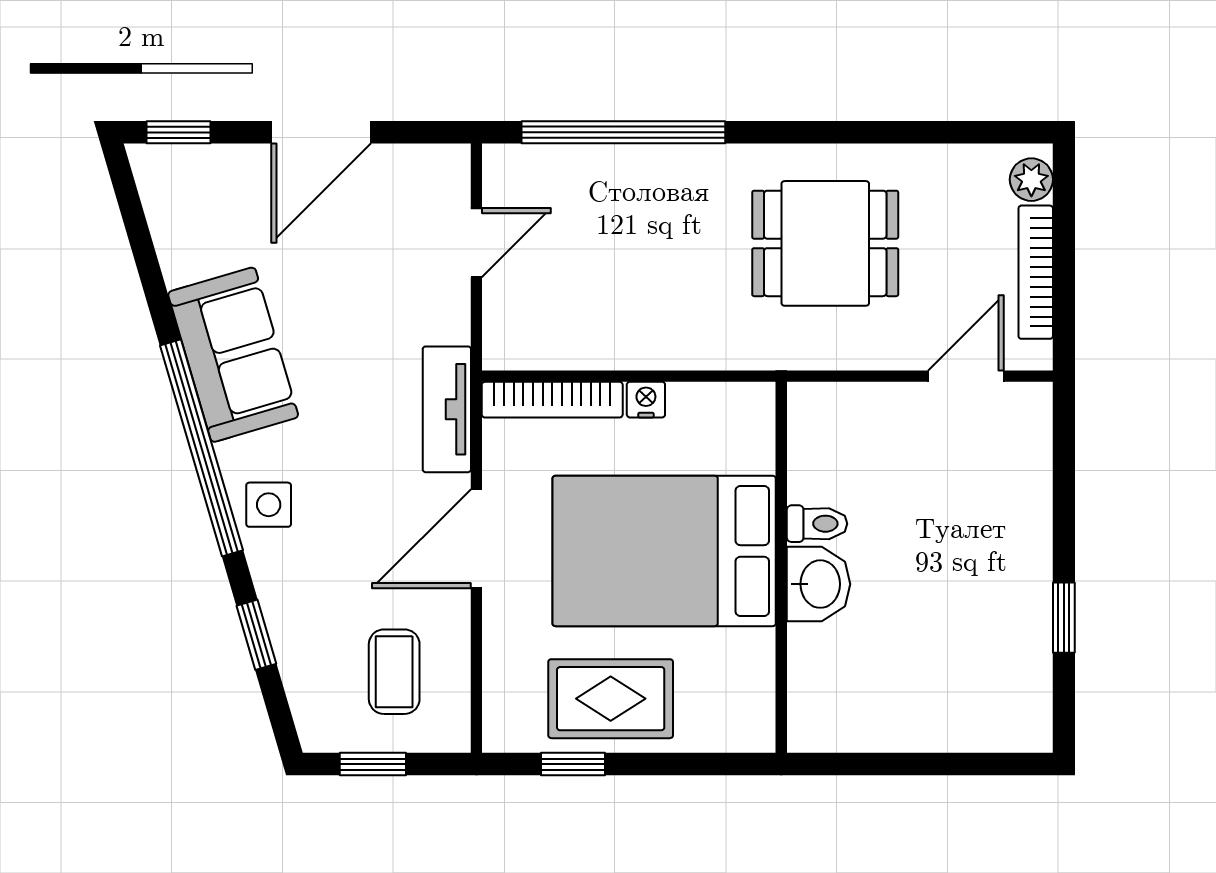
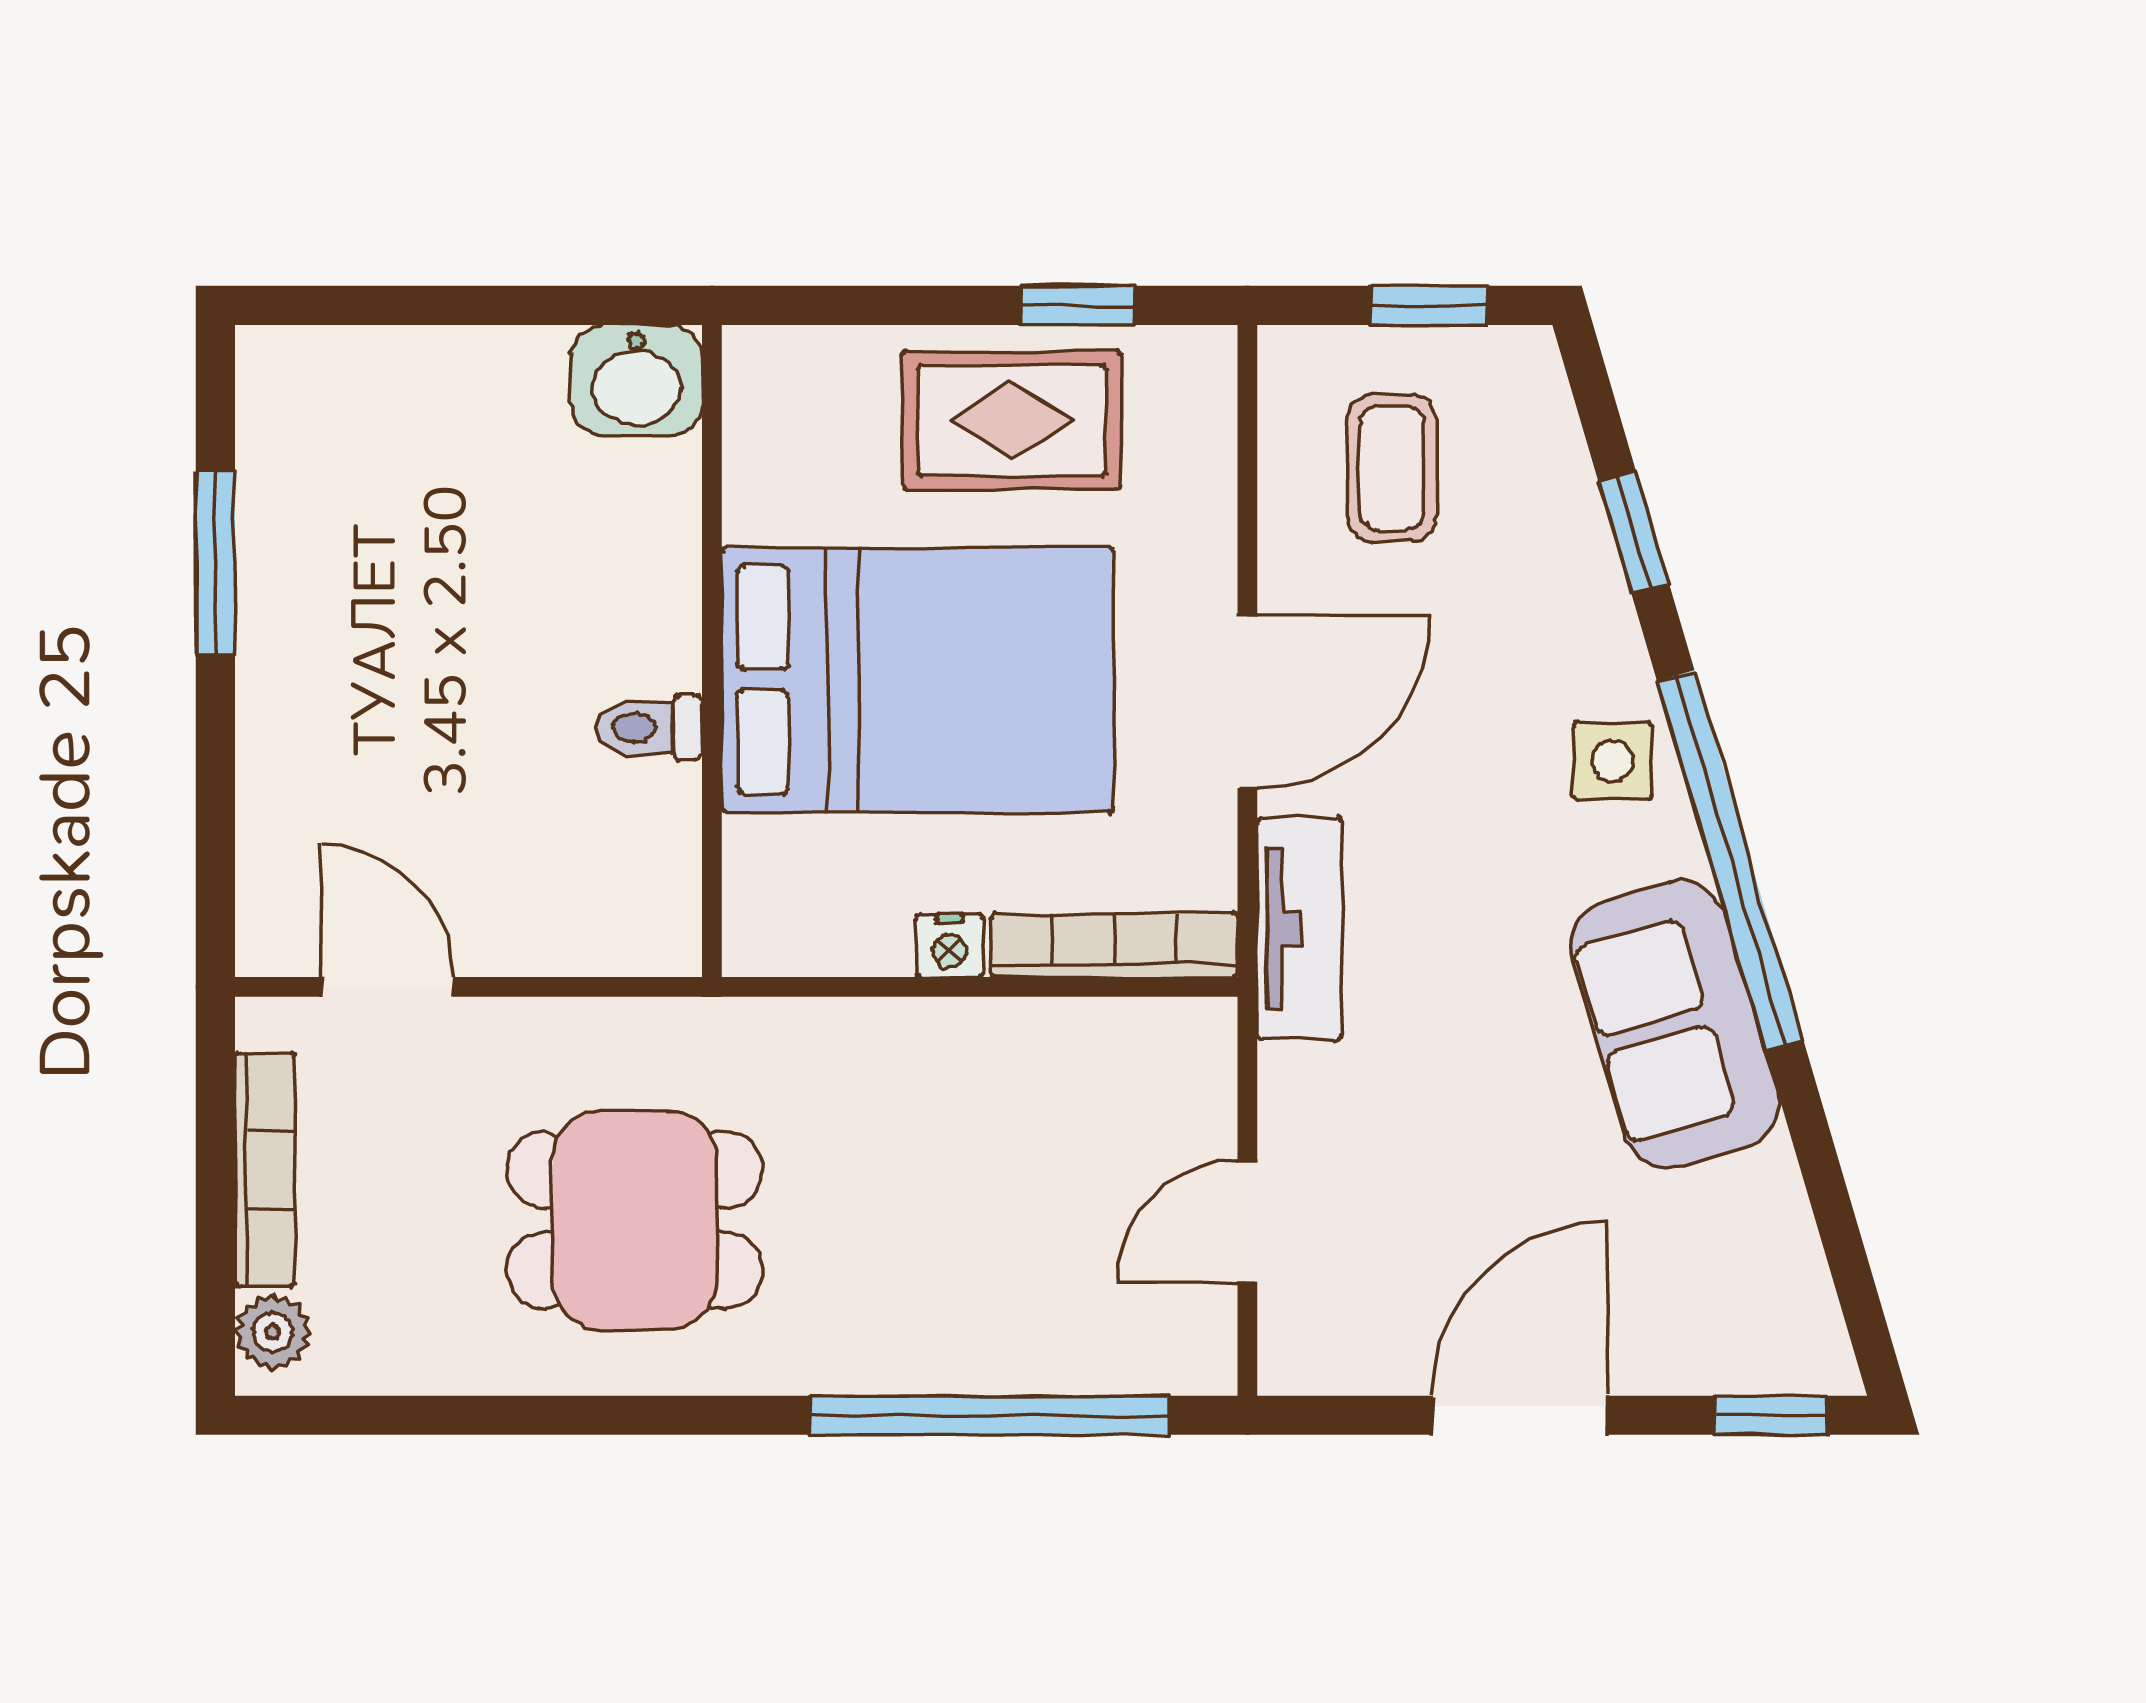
door: (966, 376) -> (388, 987), swing flipped
washbasin: (818, 584) -> (637, 380), moved, turned -90
window: (1064, 618) -> (215, 563), width x1.50

